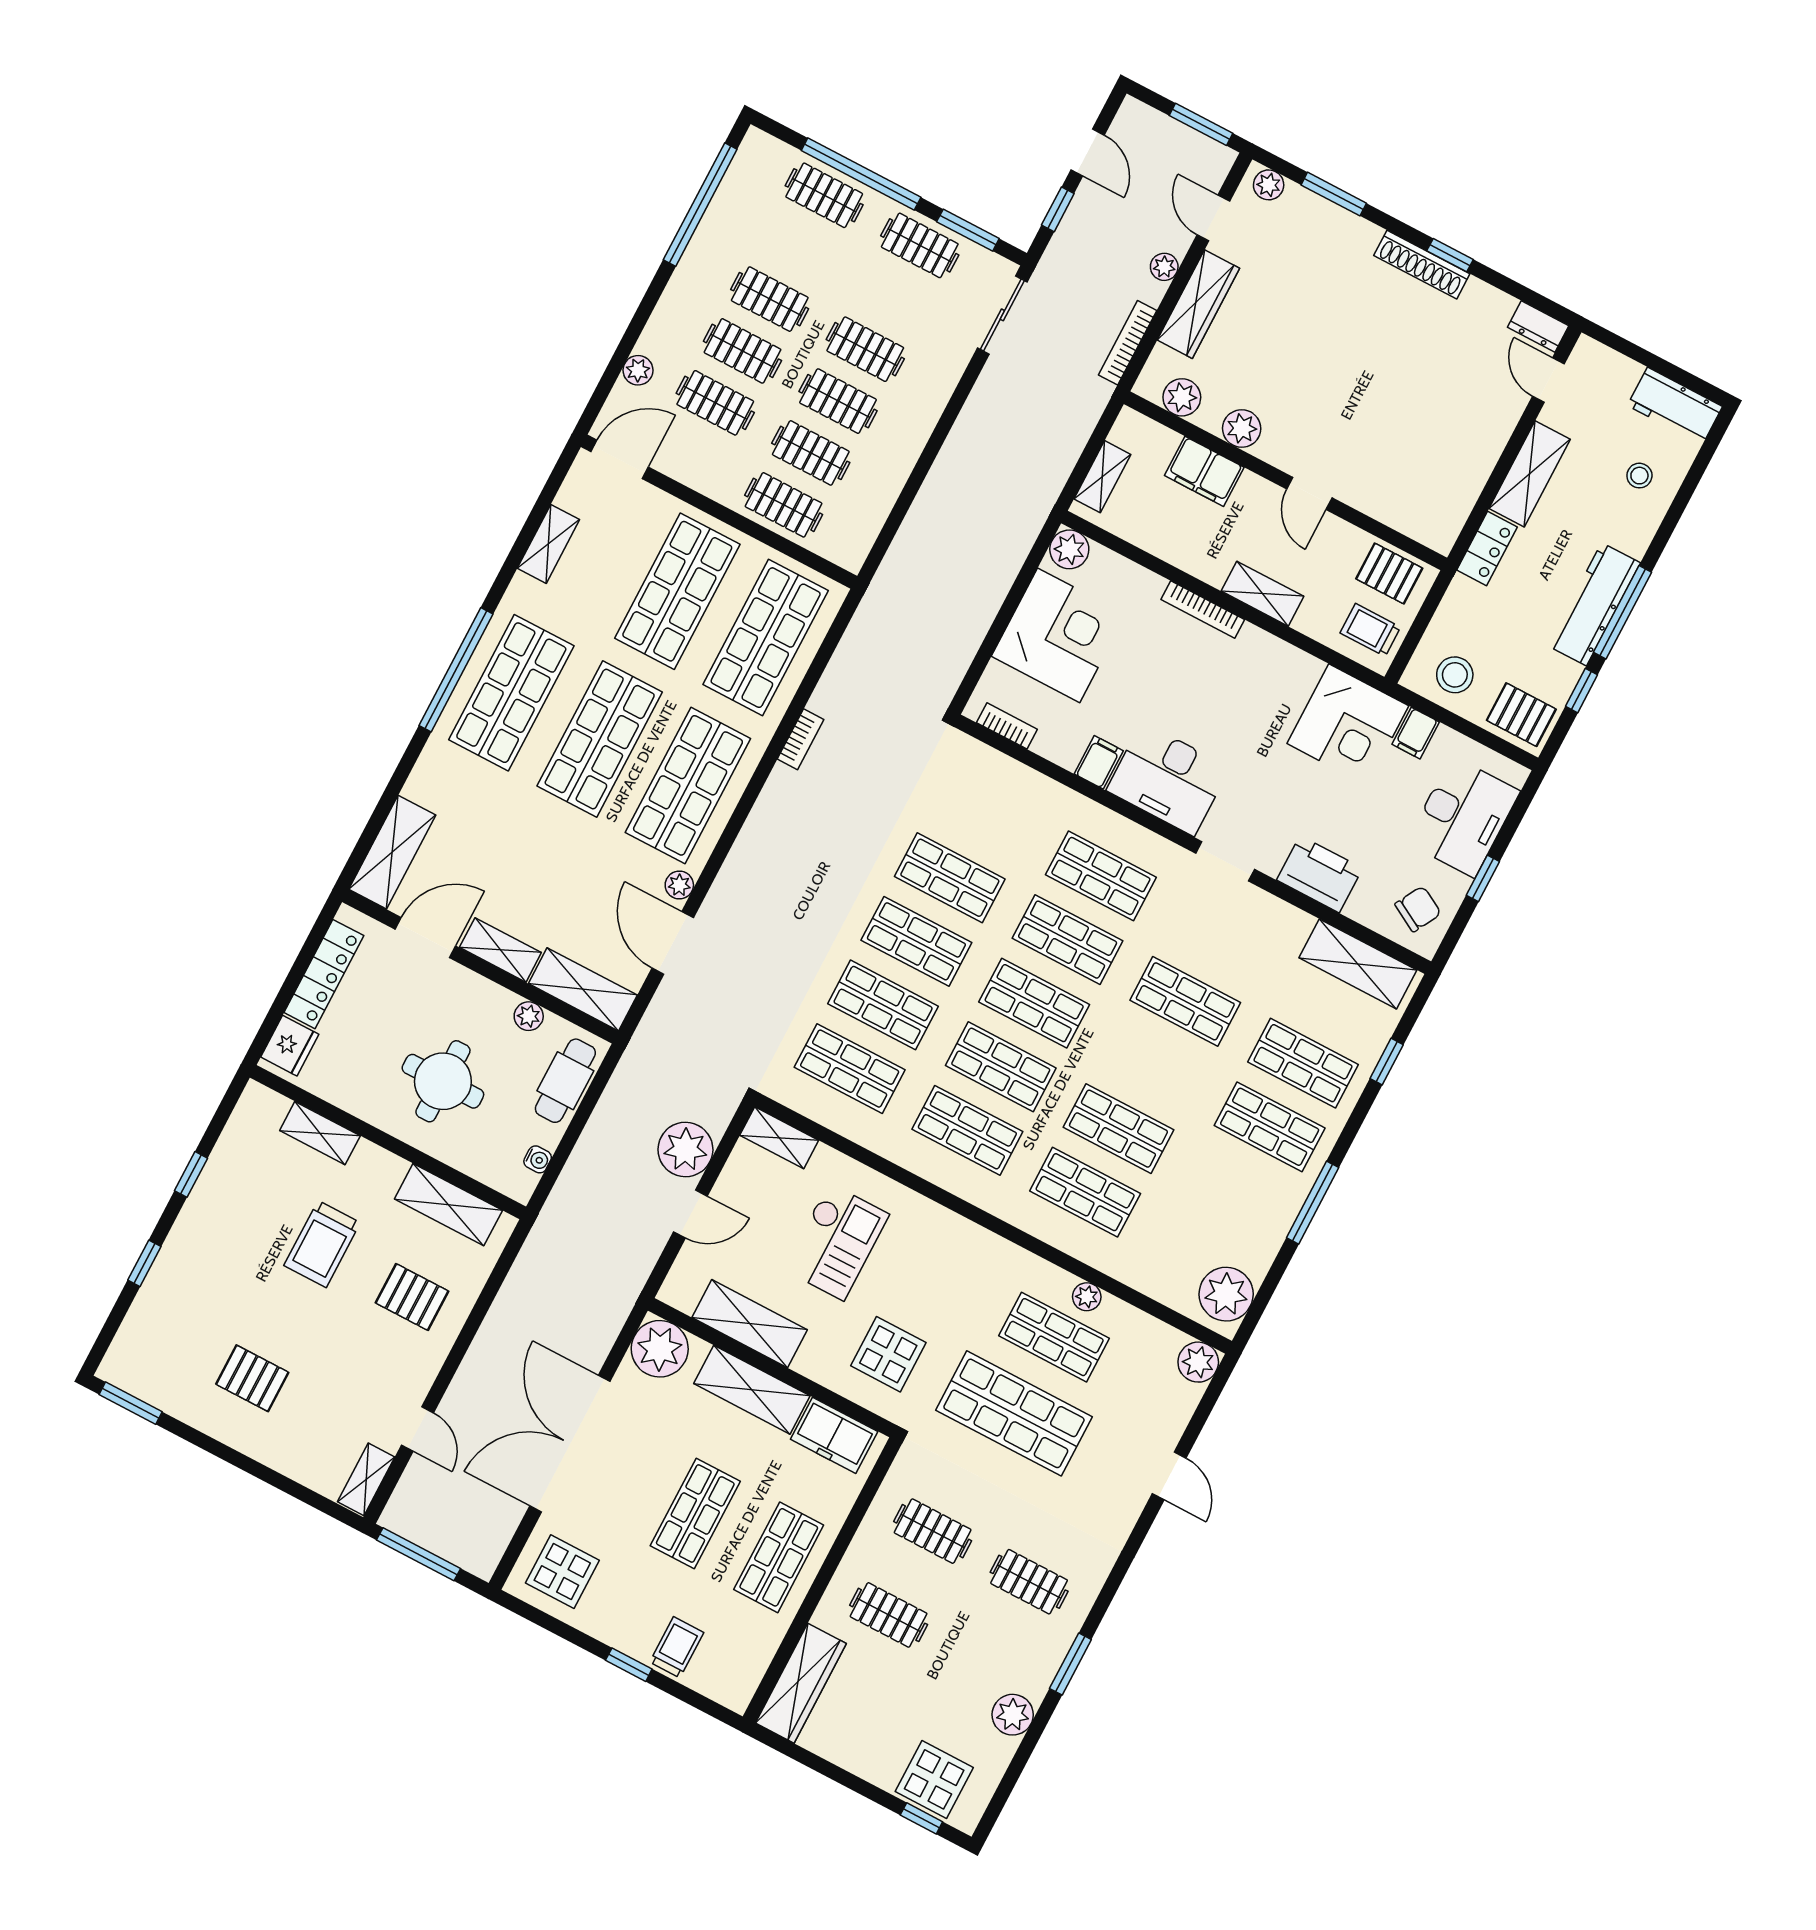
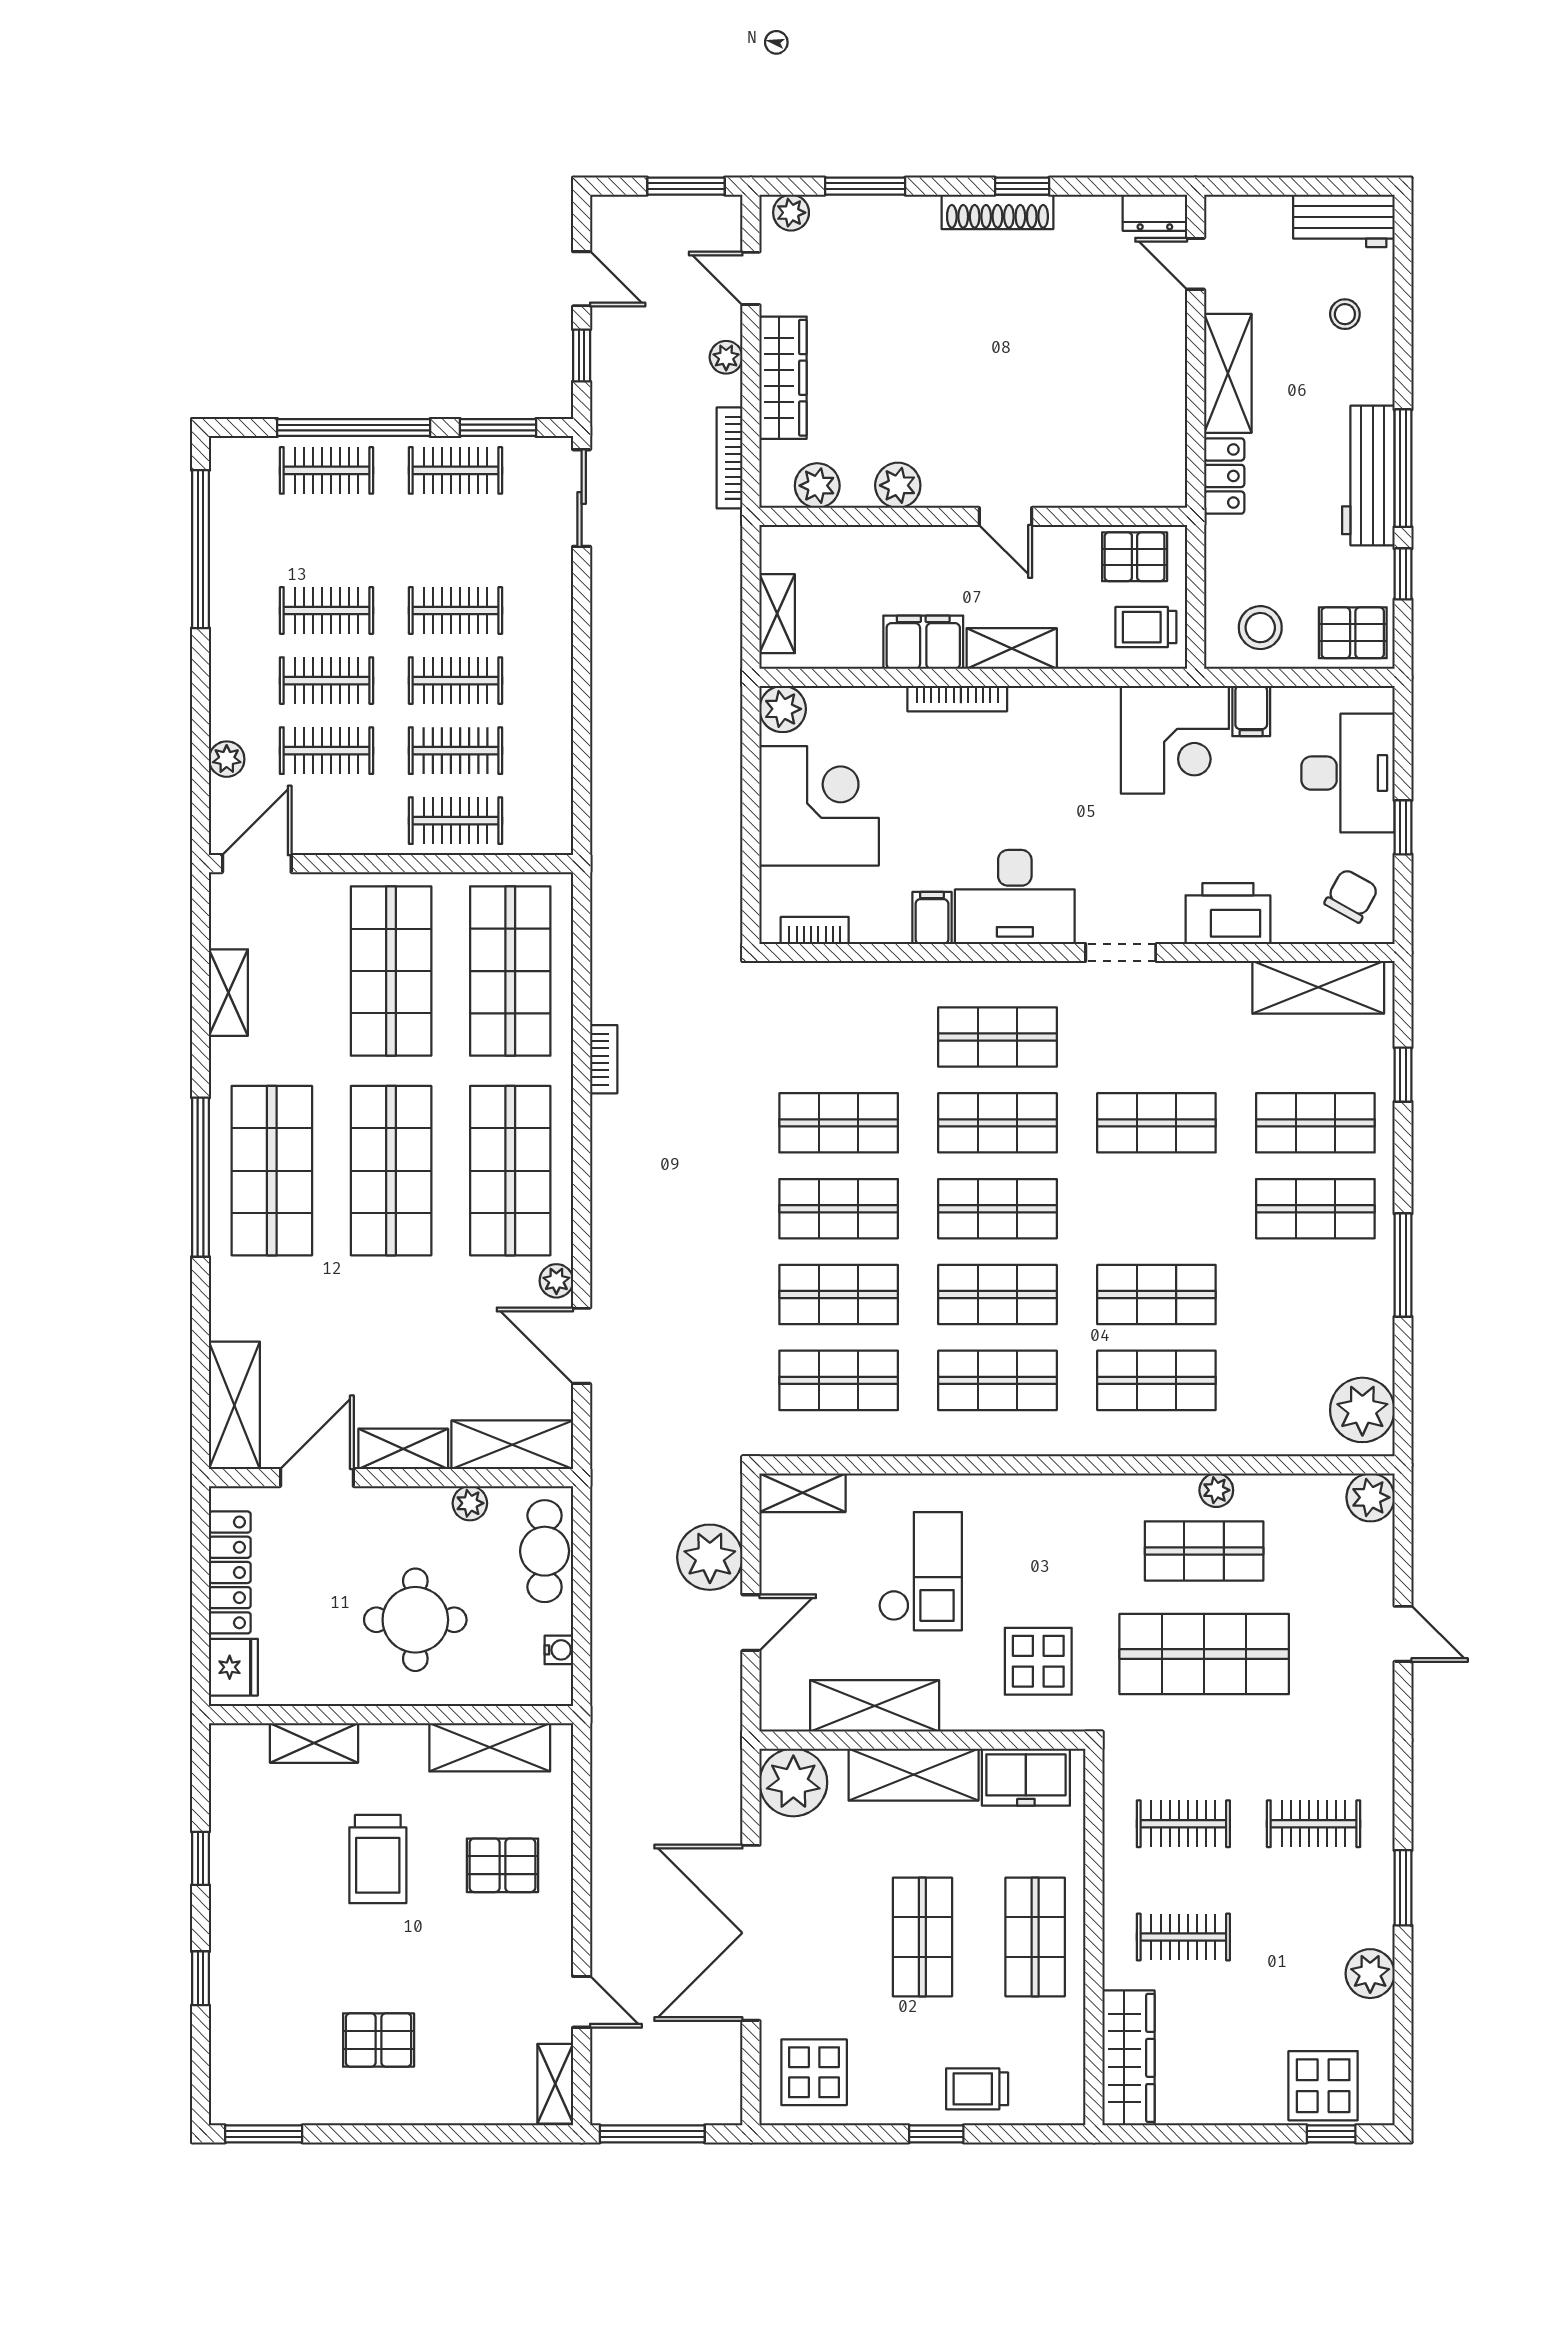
filing cabinet: (1204, 471) -> (923, 642), moved, turned 180
trolley: (677, 1647) -> (977, 2089), turned -90

